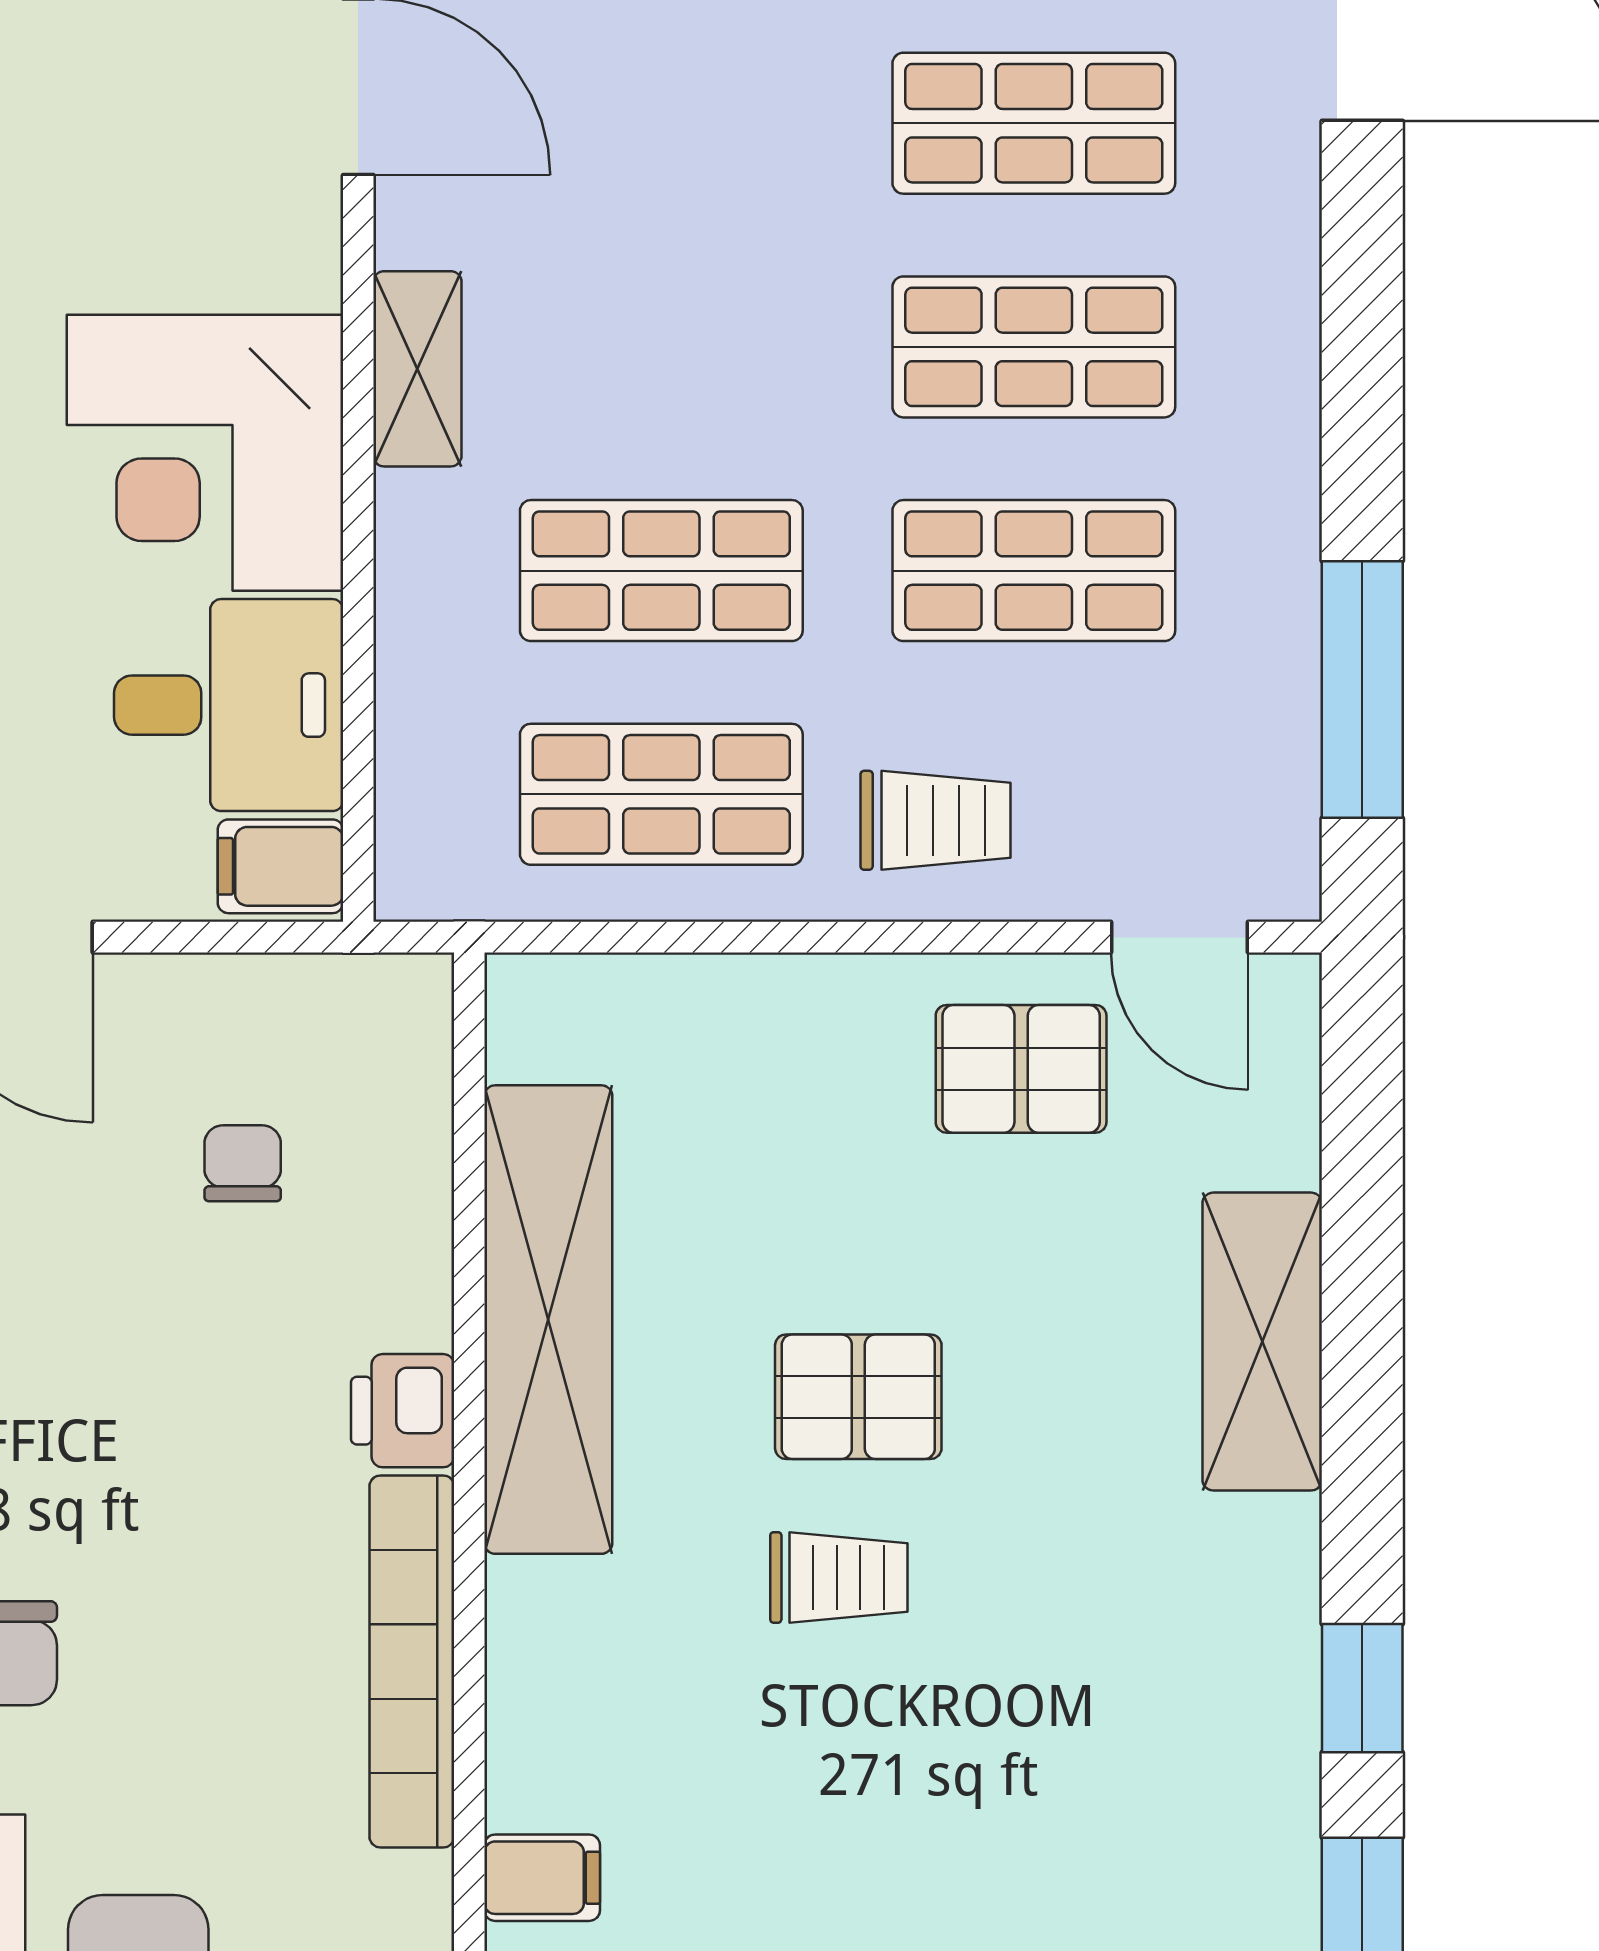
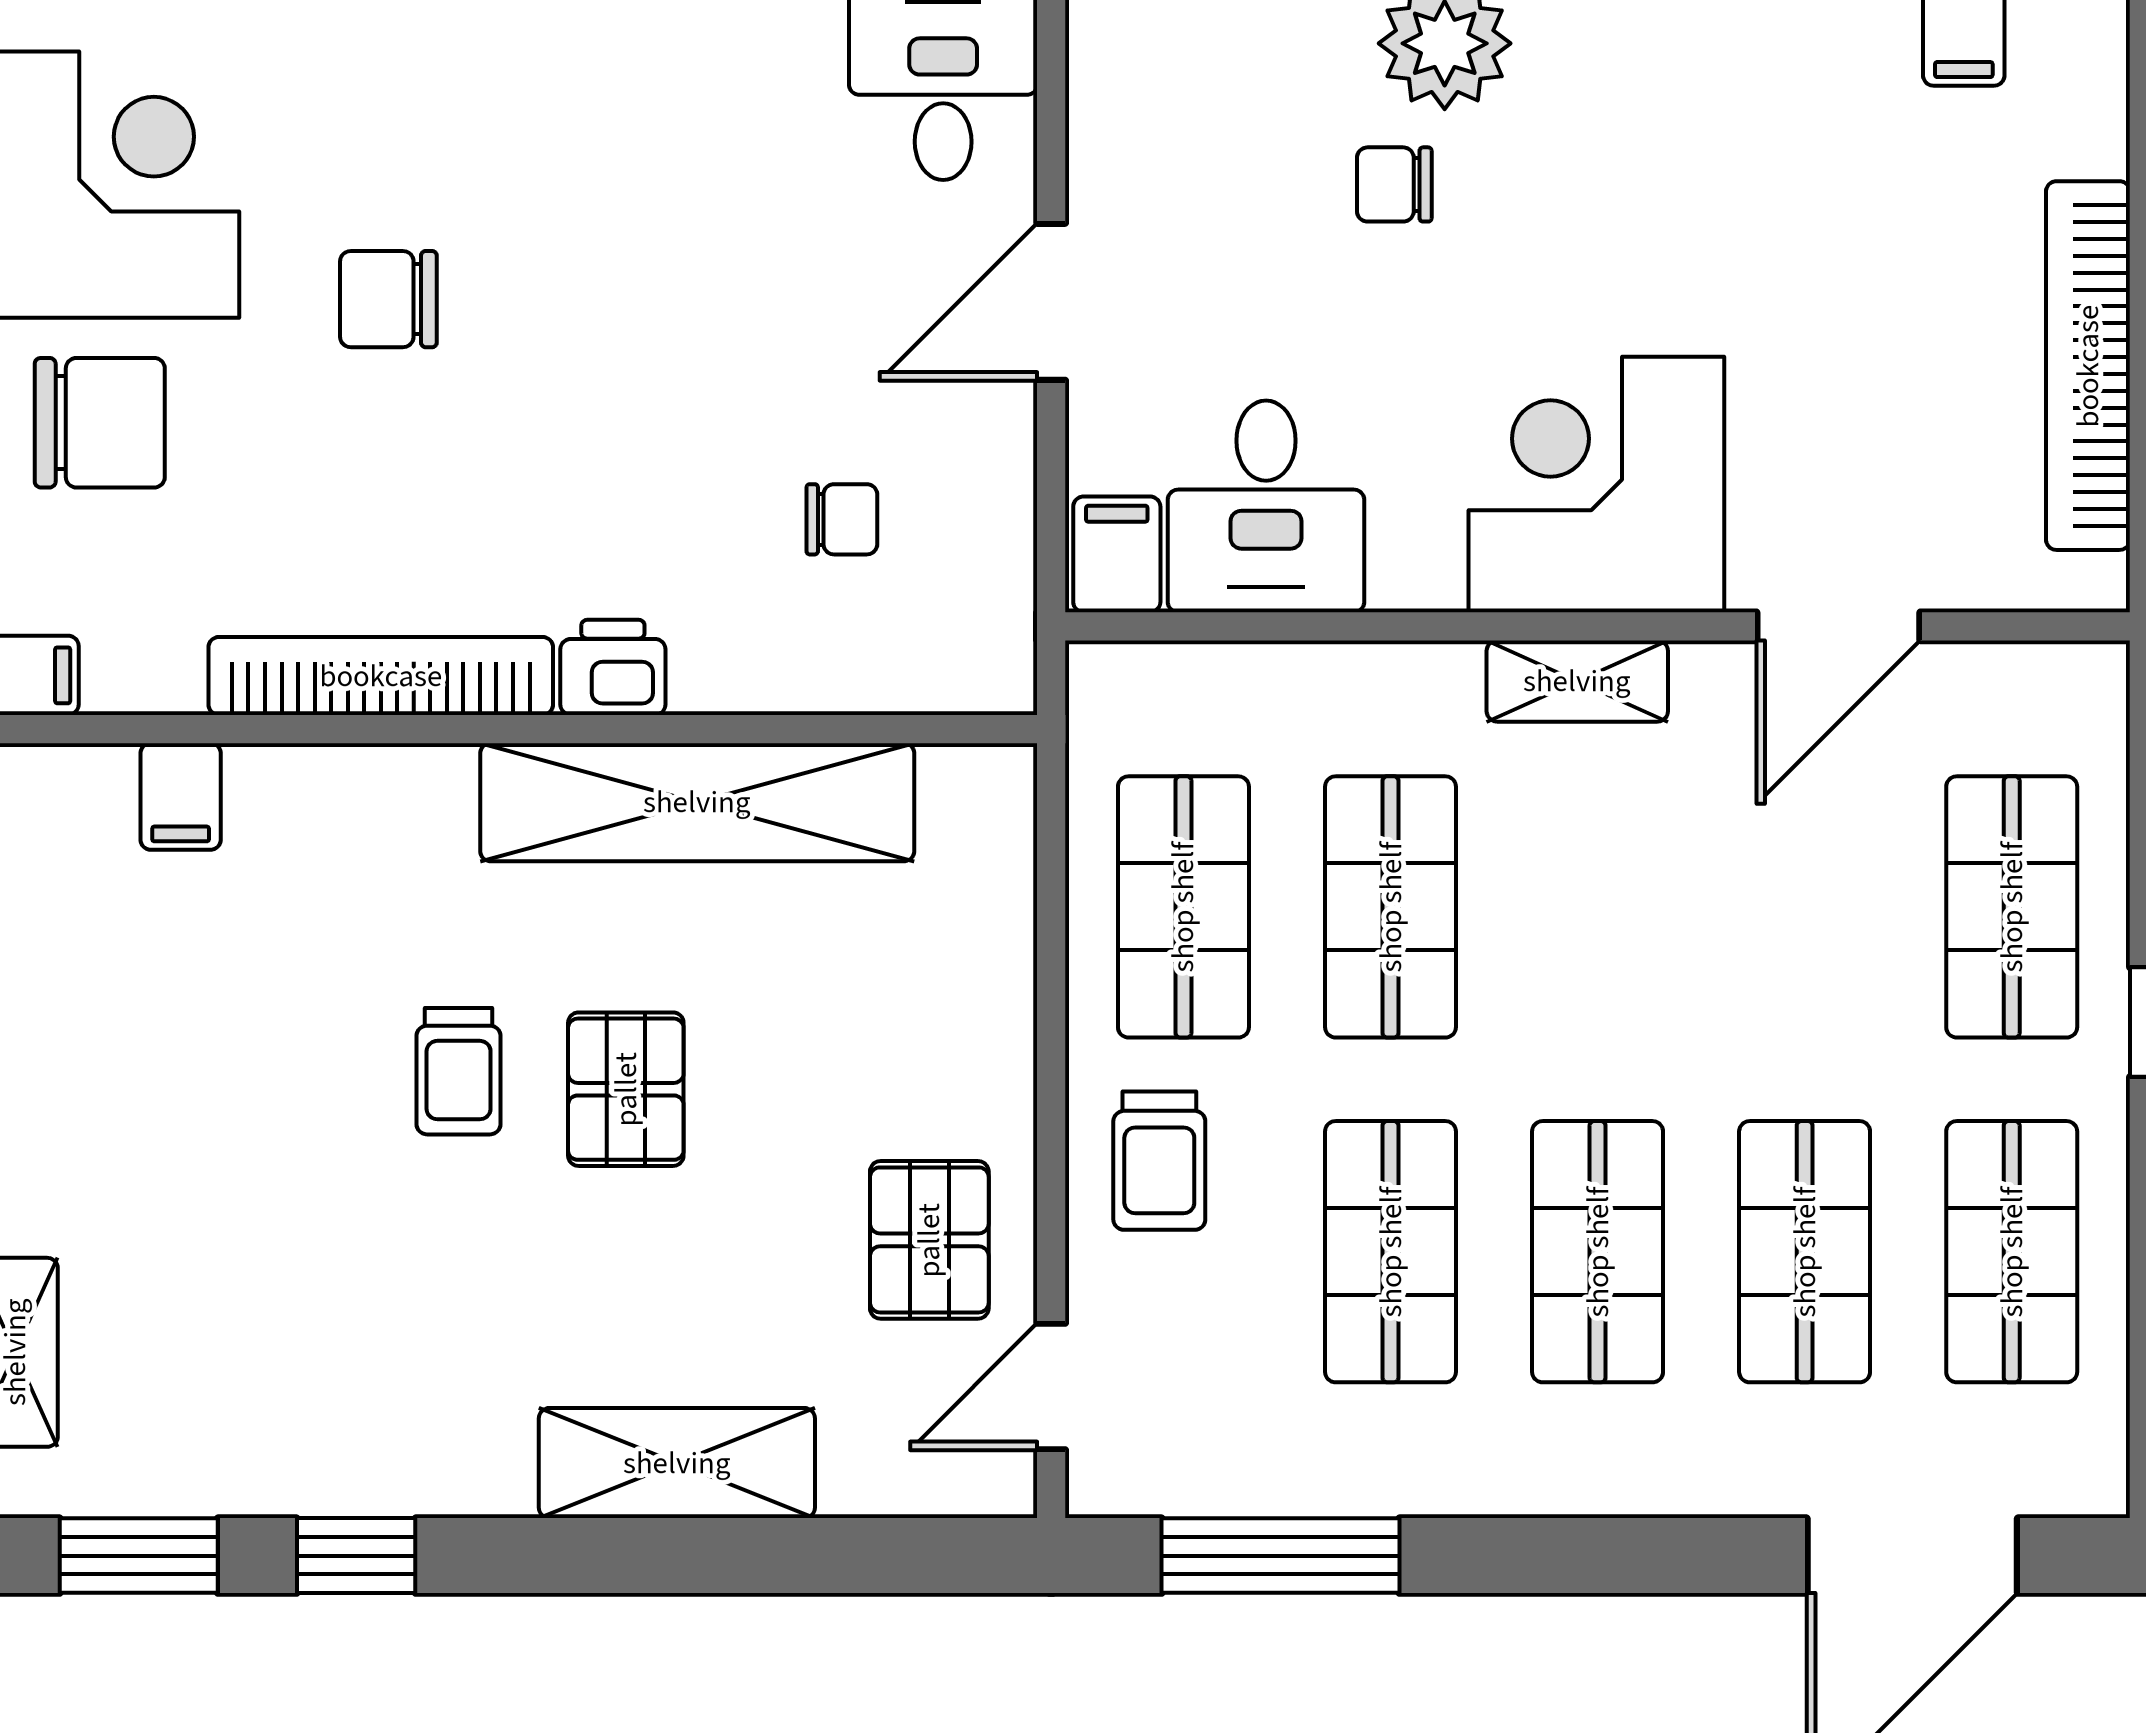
corner desk: (205, 453) -> (1596, 485), moved

